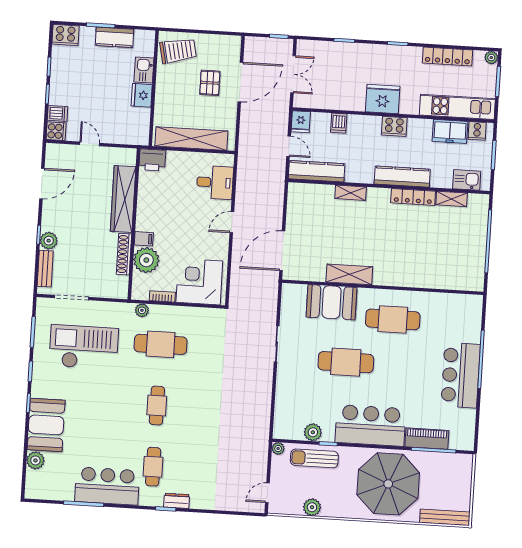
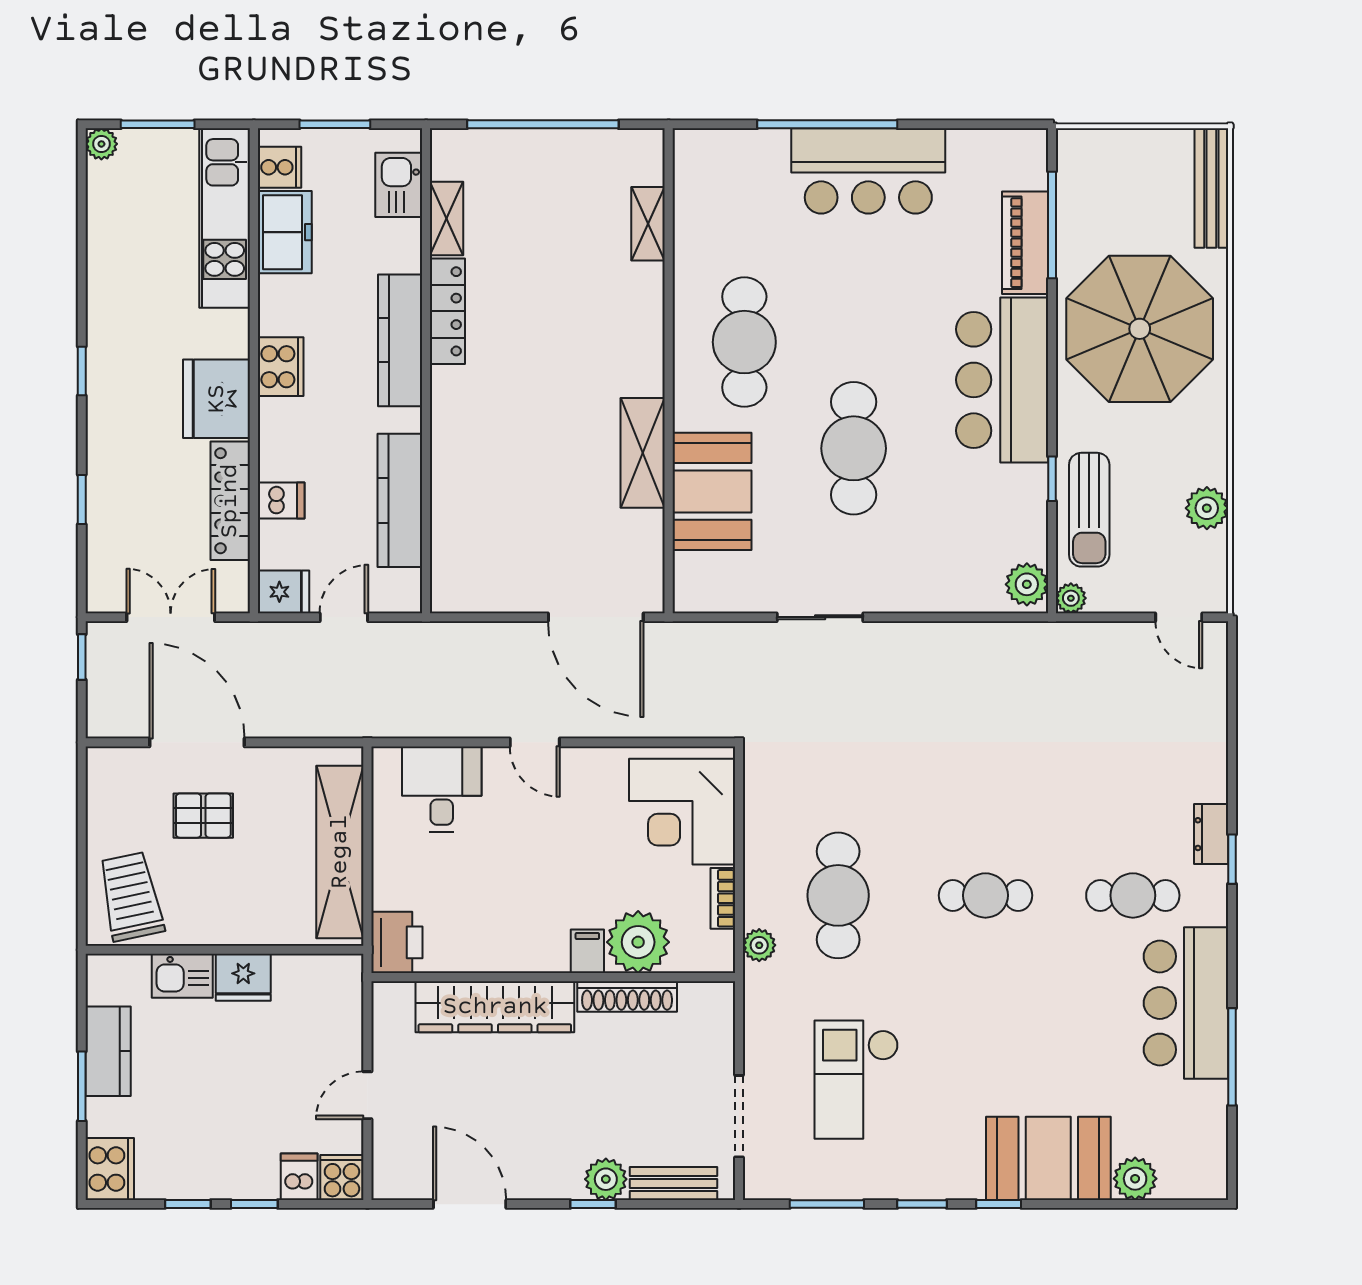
locker: (448, 57) -> (230, 501), moved, turned 180
kitchen counter: (317, 171) -> (400, 500), moved
shelving: (351, 193) -> (648, 224), moved
checkout: (84, 347) -> (856, 1080), width x0.73, depth x0.83
plant: (313, 432) -> (1027, 584), moved

